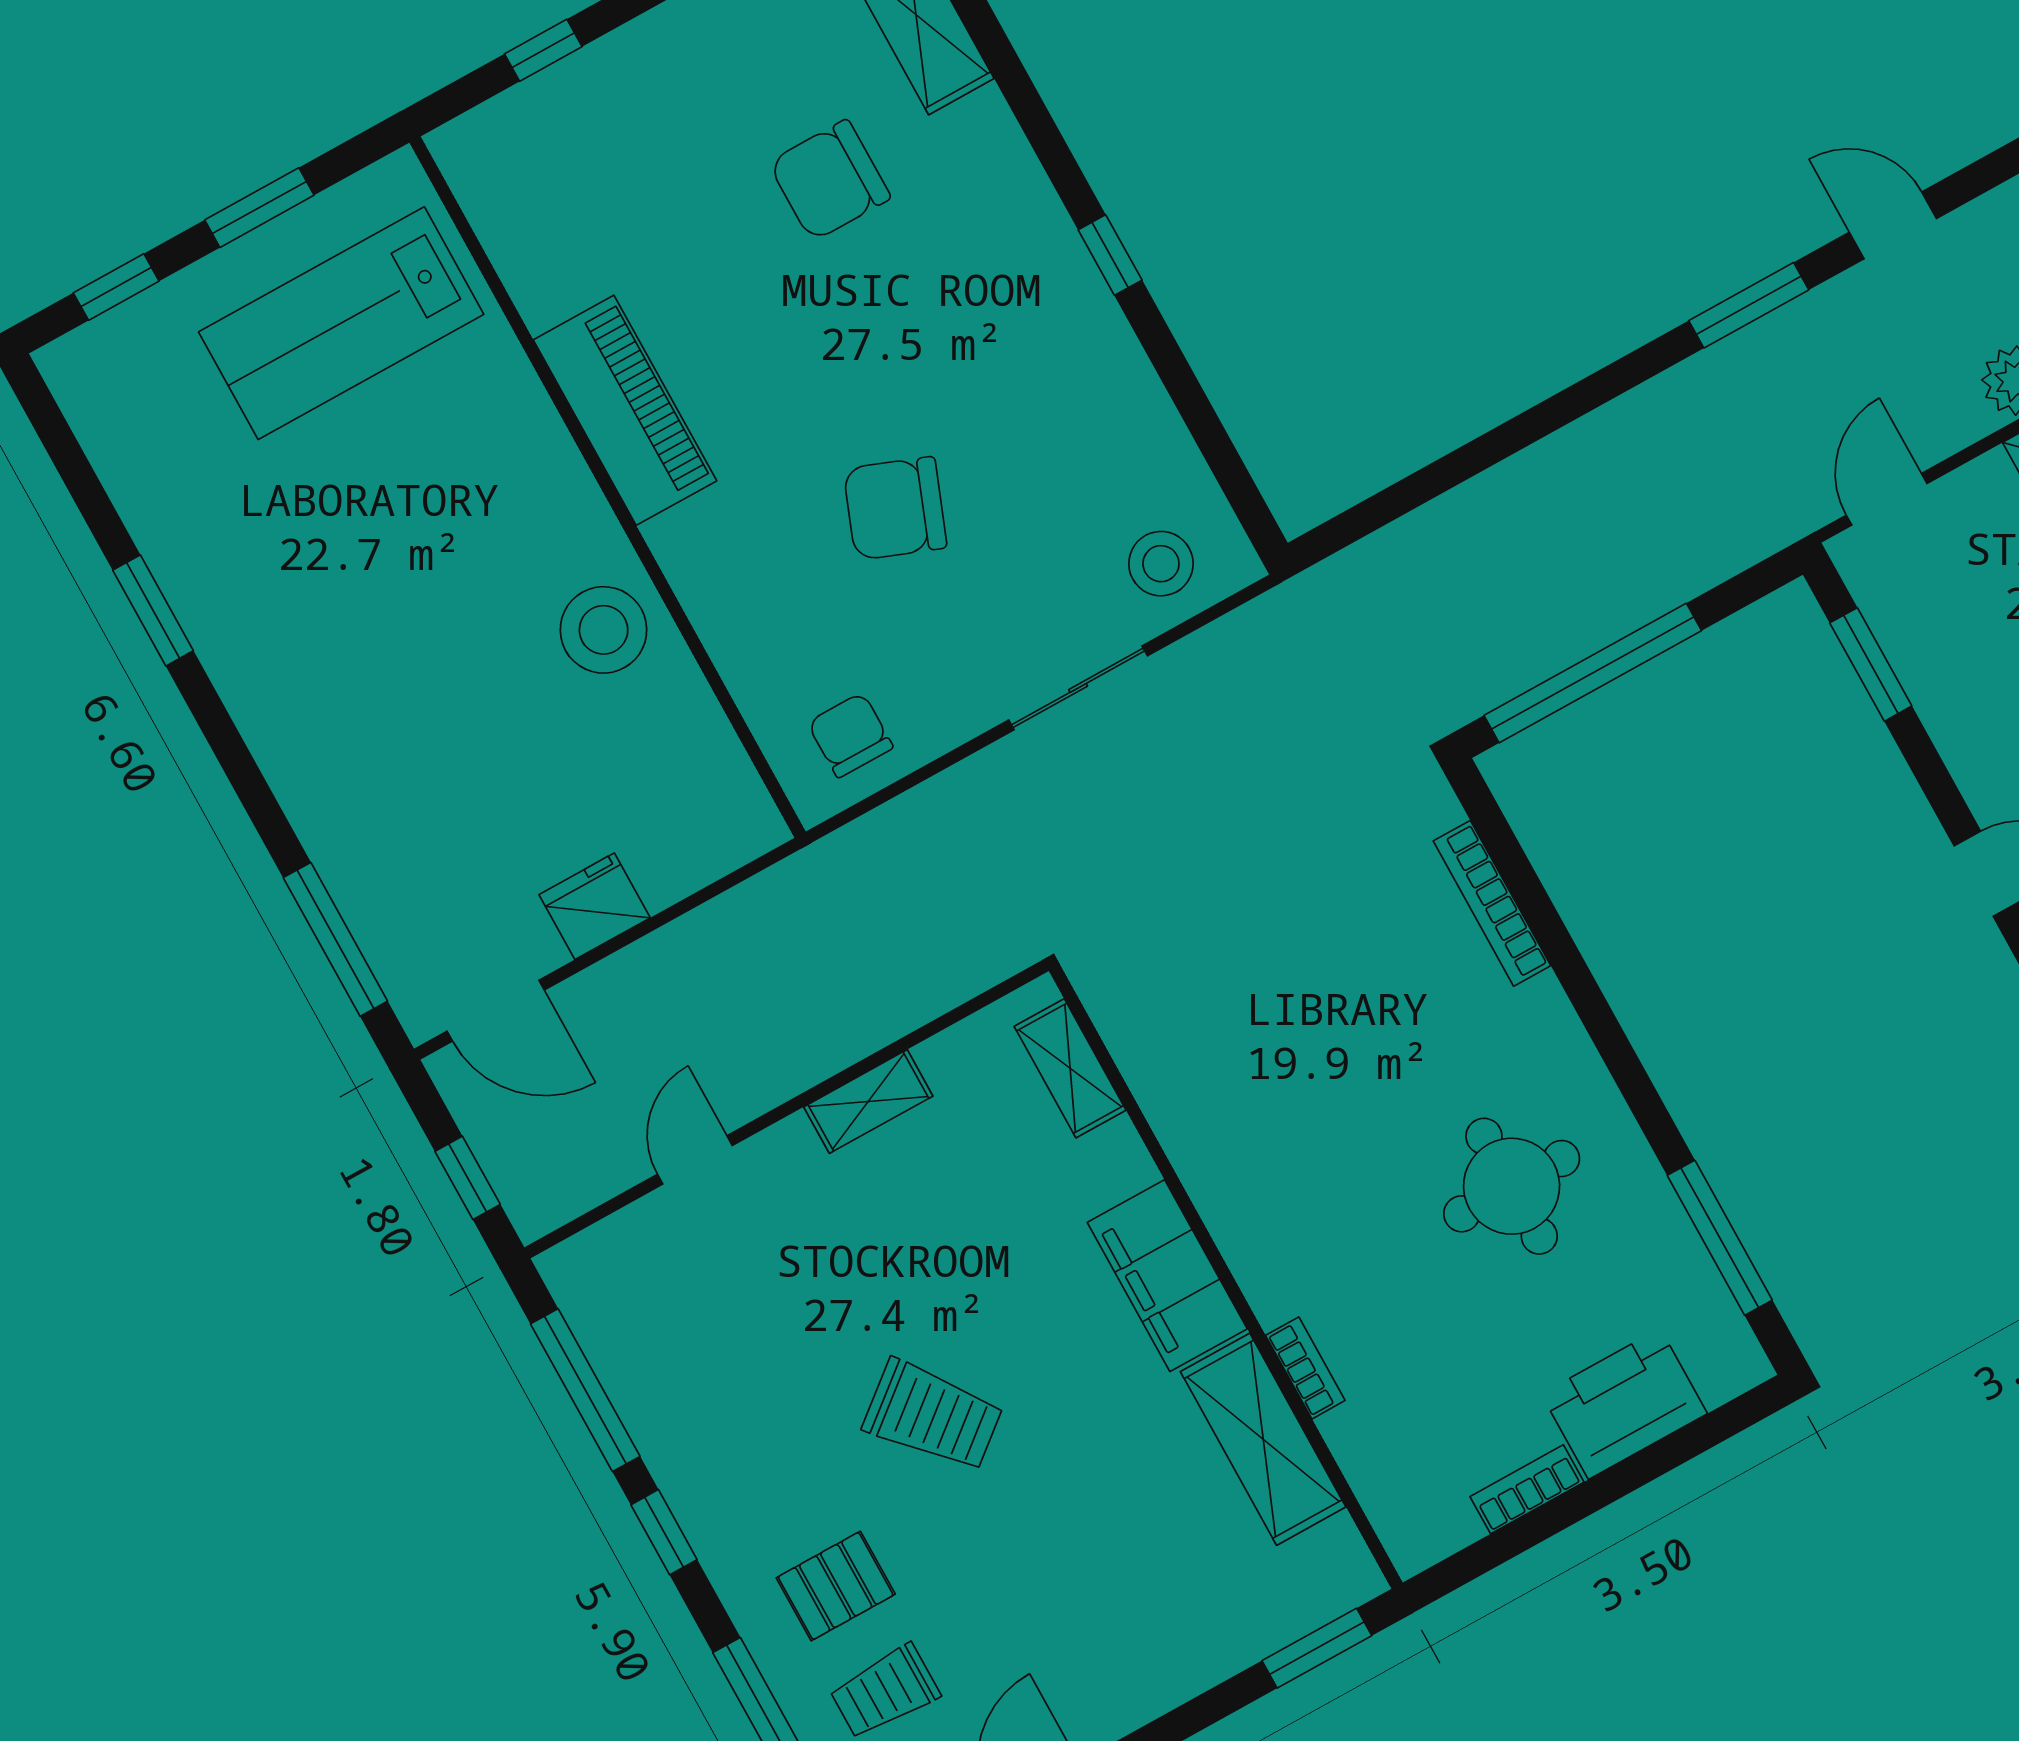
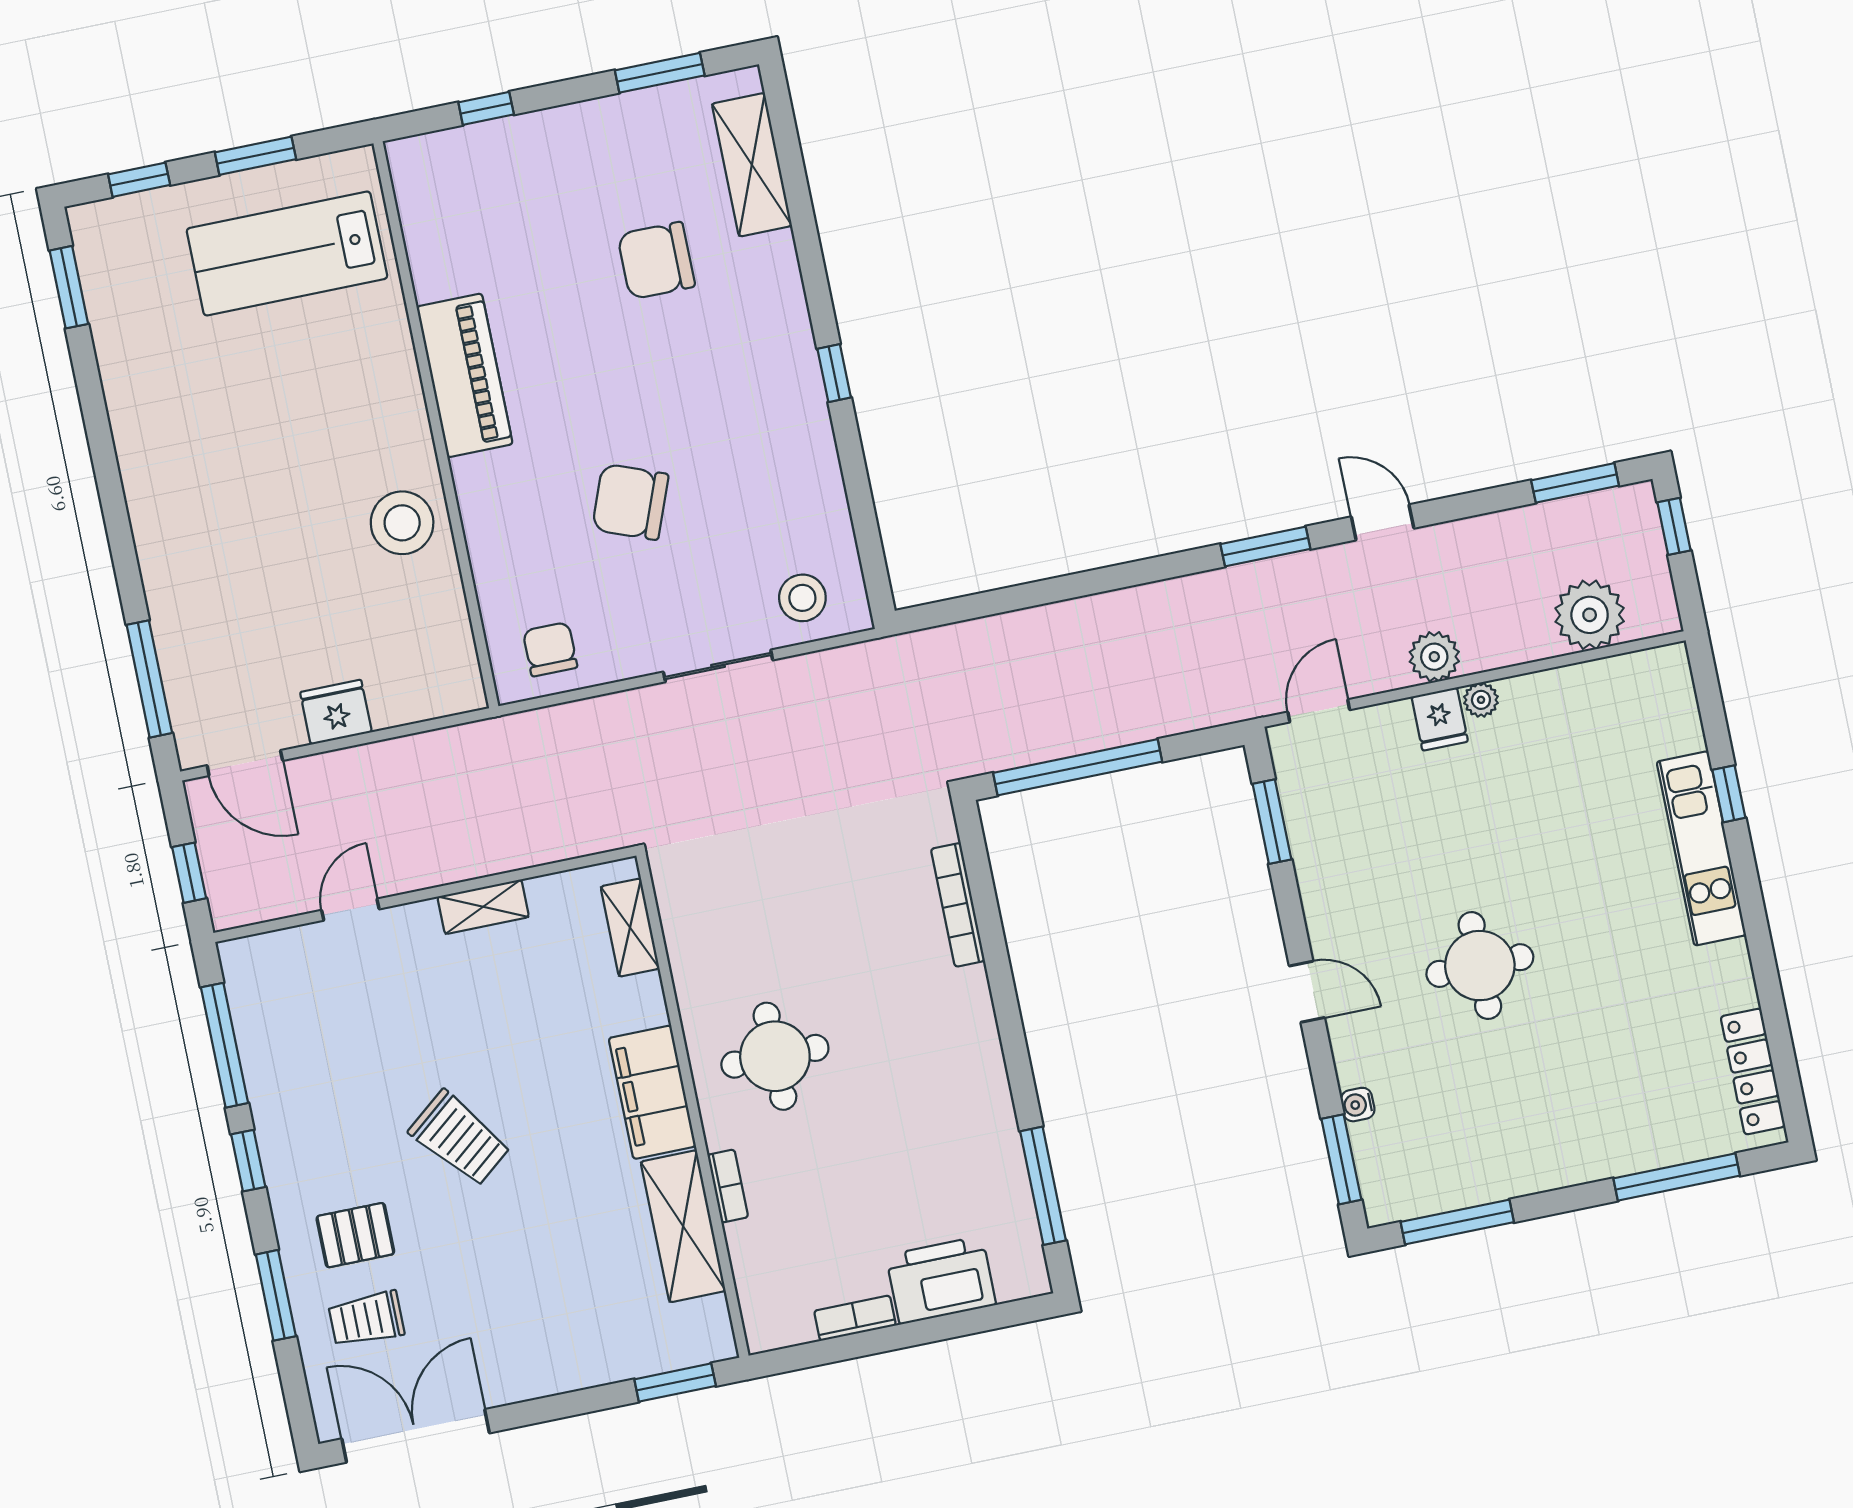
window: (153, 610) -> (69, 287), moved
round table: (1512, 1186) -> (775, 1056), moved

